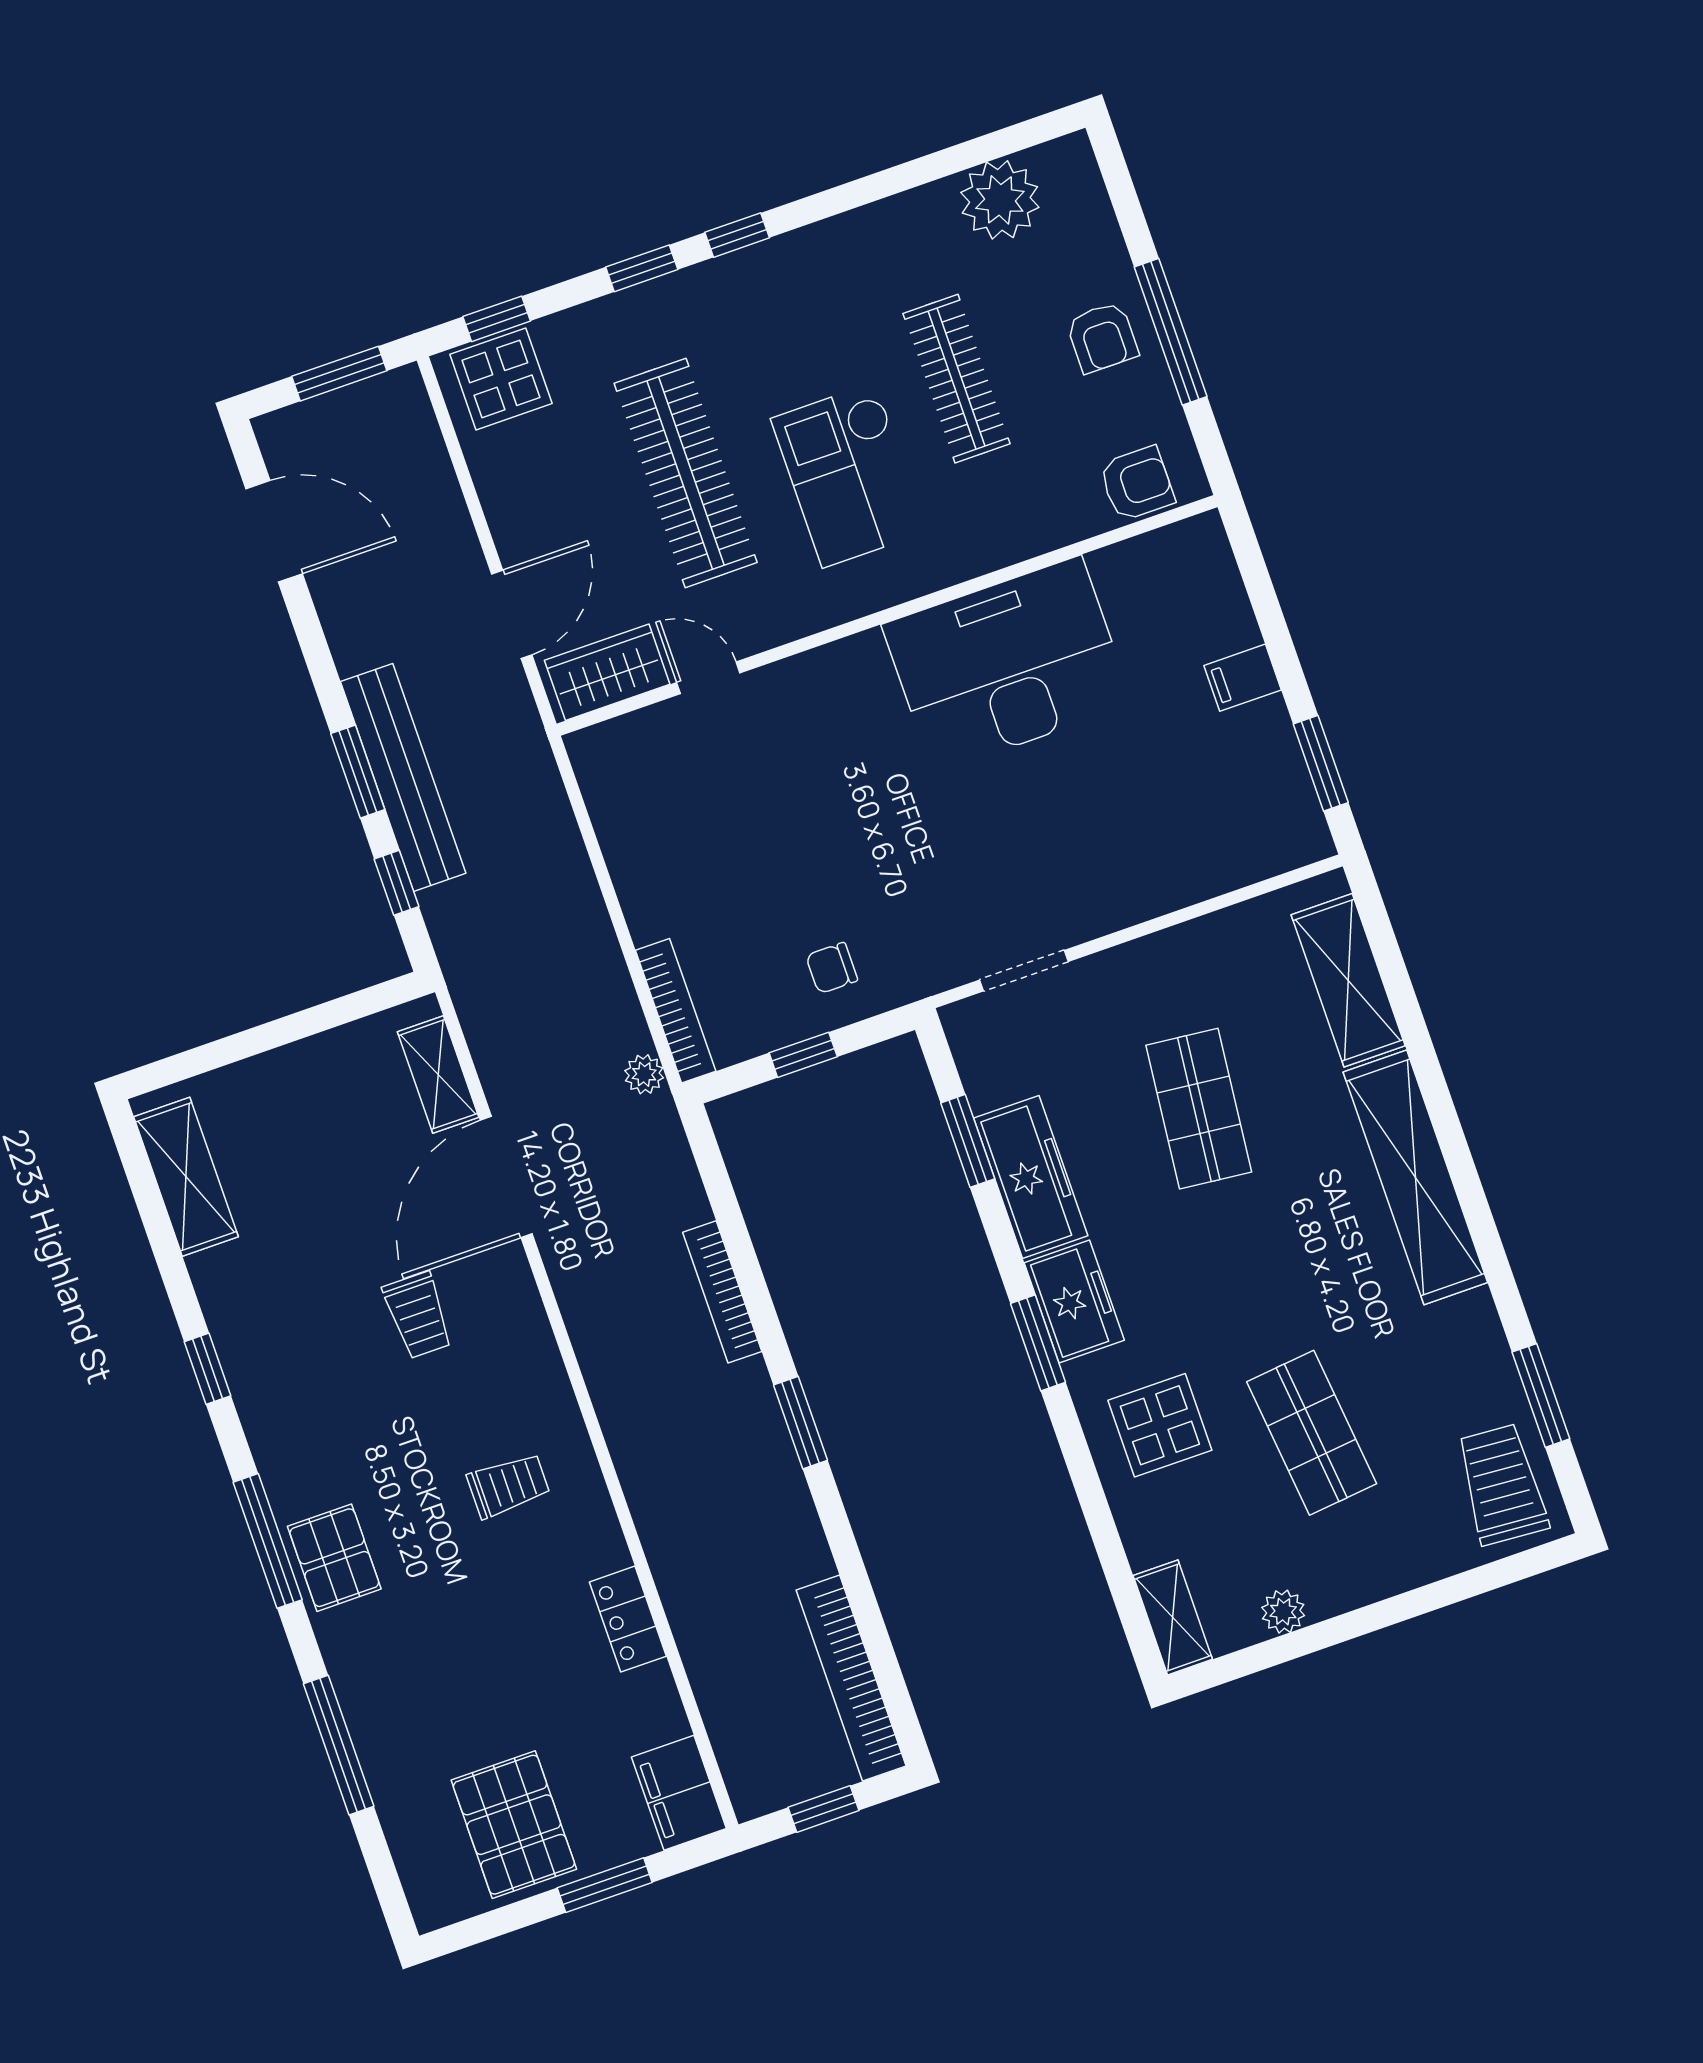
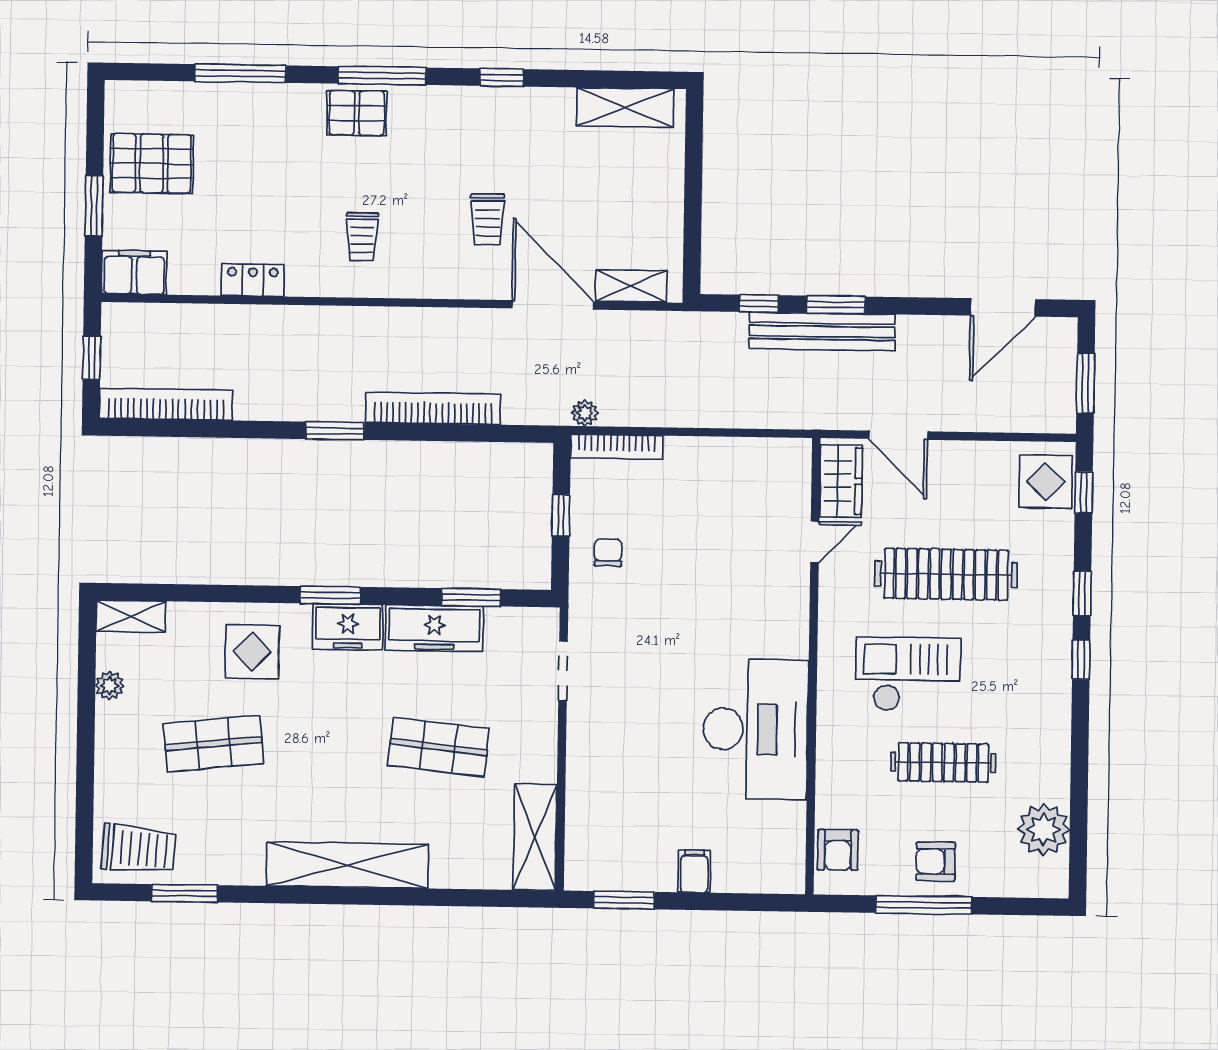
shelving: (1348, 980) -> (535, 837), moved, turned 90
bookcase: (722, 1292) -> (433, 408), width x1.48, depth x1.31
trolley: (418, 1315) -> (487, 219), turned -90

